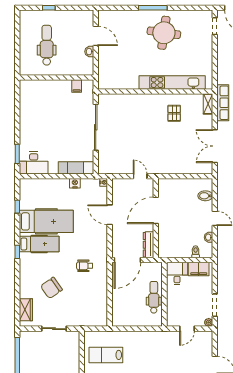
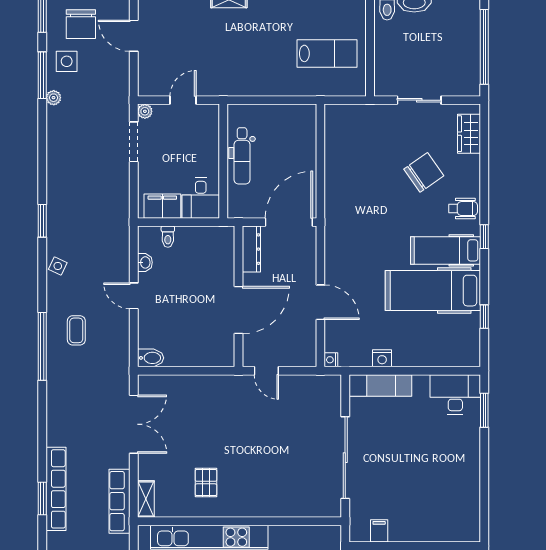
bidet: (205, 196) -> (151, 358), moved
wheelchair: (85, 266) -> (463, 209), moved

